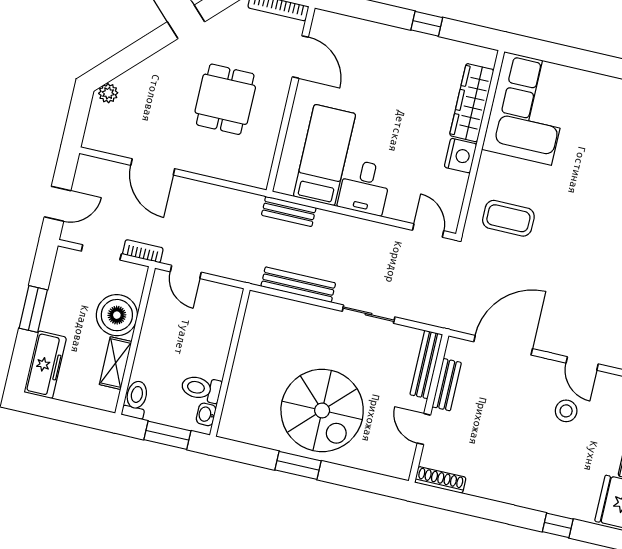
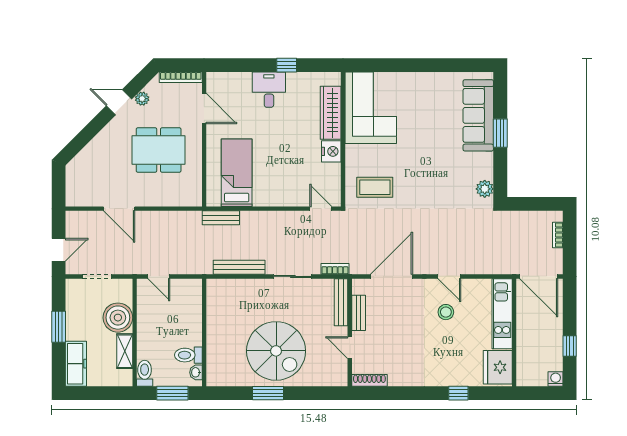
plant: (108, 93) -> (142, 99), moved
dining table: (225, 99) -> (159, 150), width x1.38
desk: (365, 187) -> (269, 90), moved, turned 180
bookcase: (143, 251) -> (335, 269), moved

